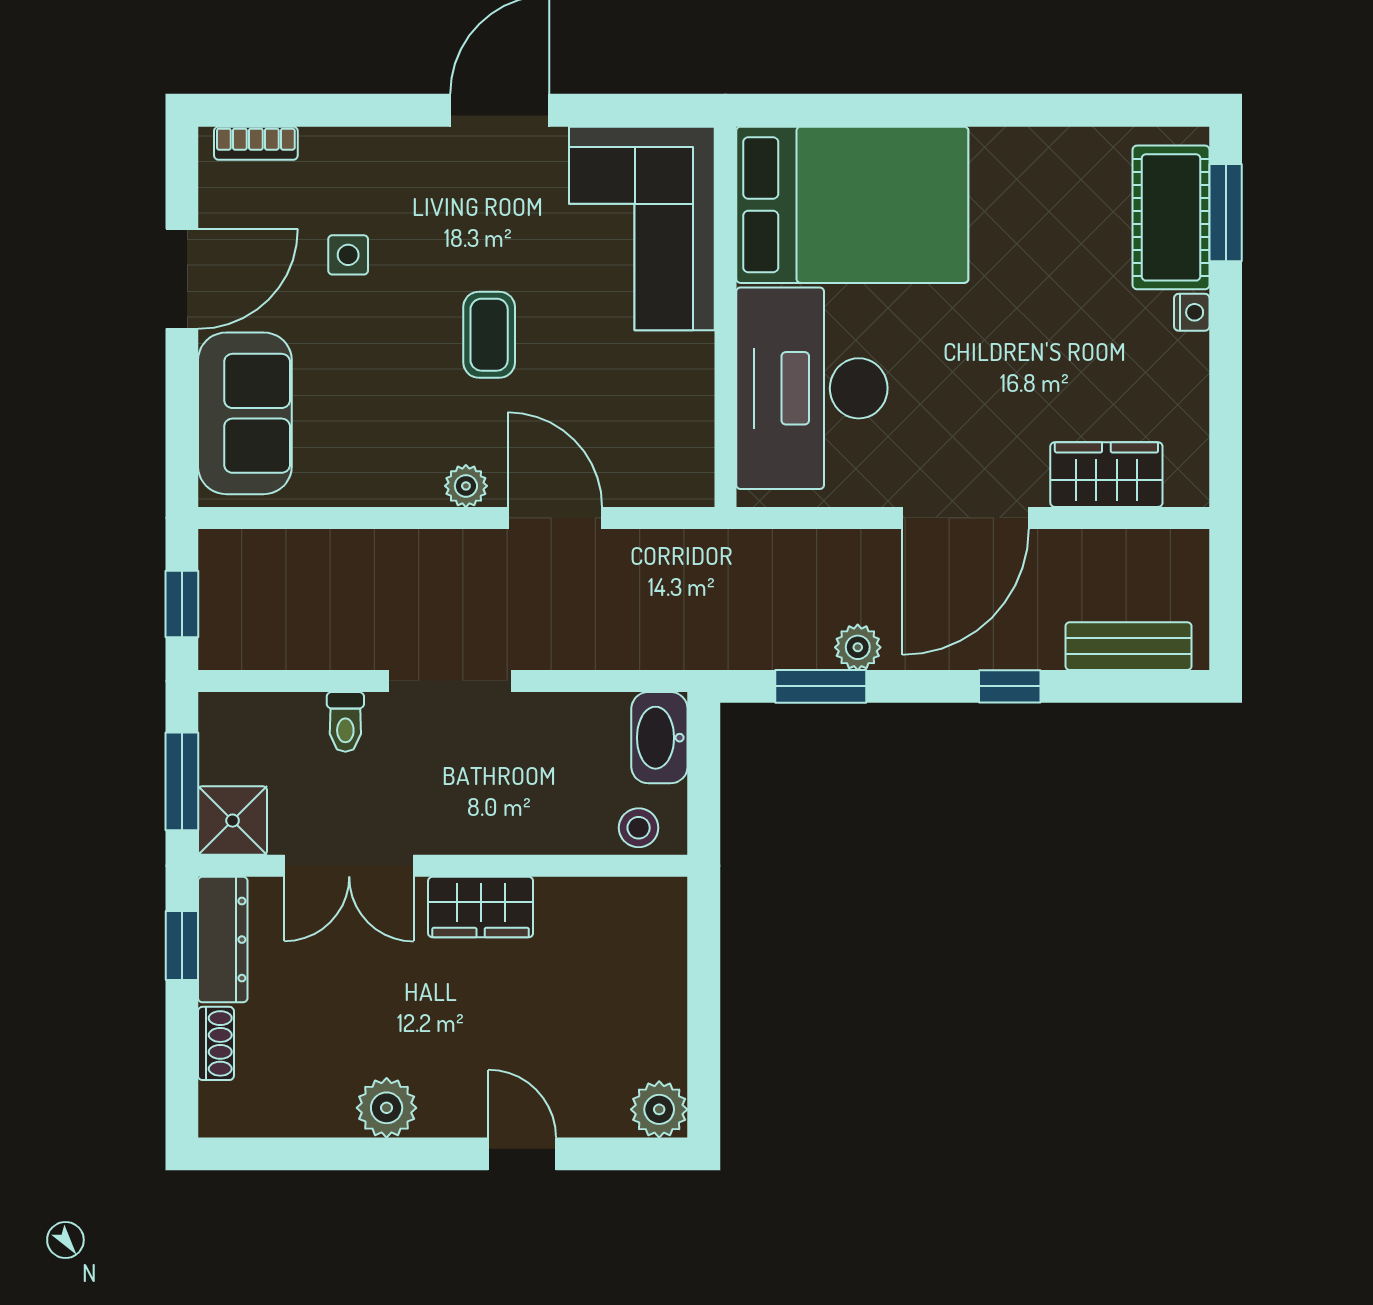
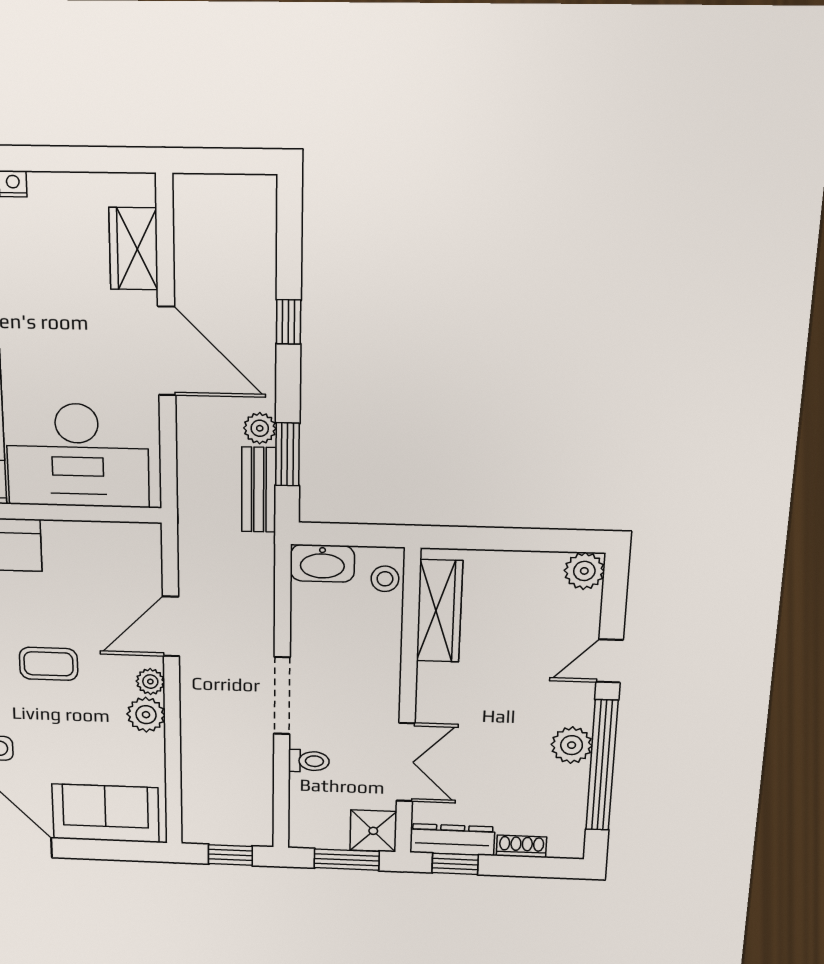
plant: (412, 479) -> (146, 715), added
bench: (1129, 646) -> (259, 490), moved
wardrobe: (481, 907) -> (439, 611), moved, width x1.50
window: (355, 1154) -> (602, 765), added

